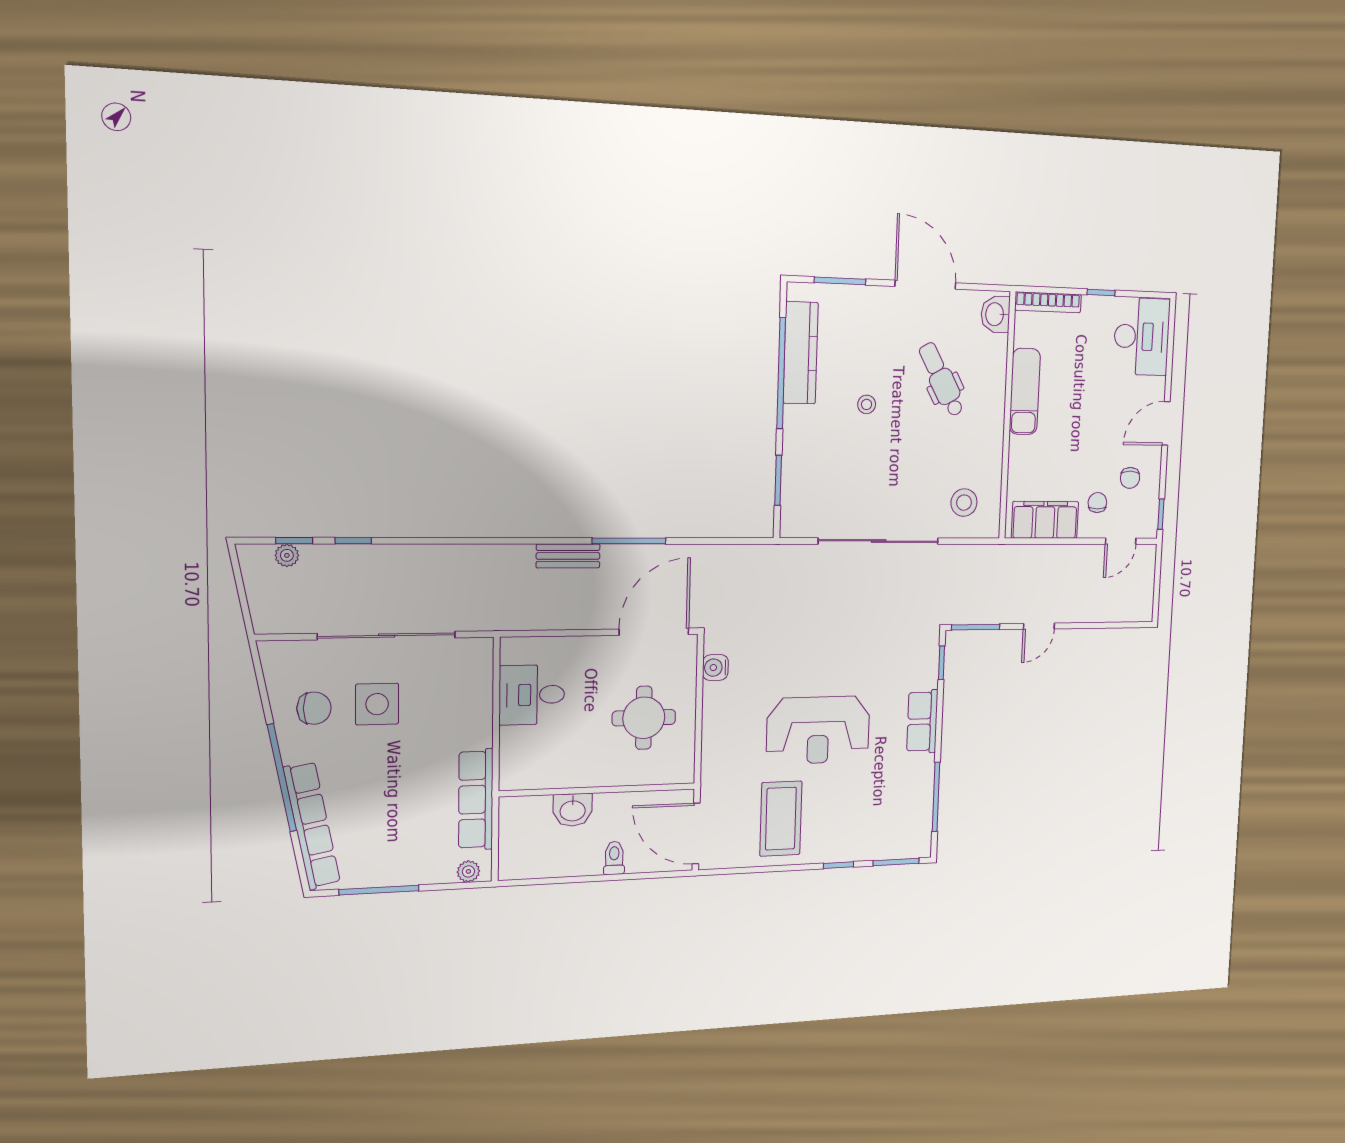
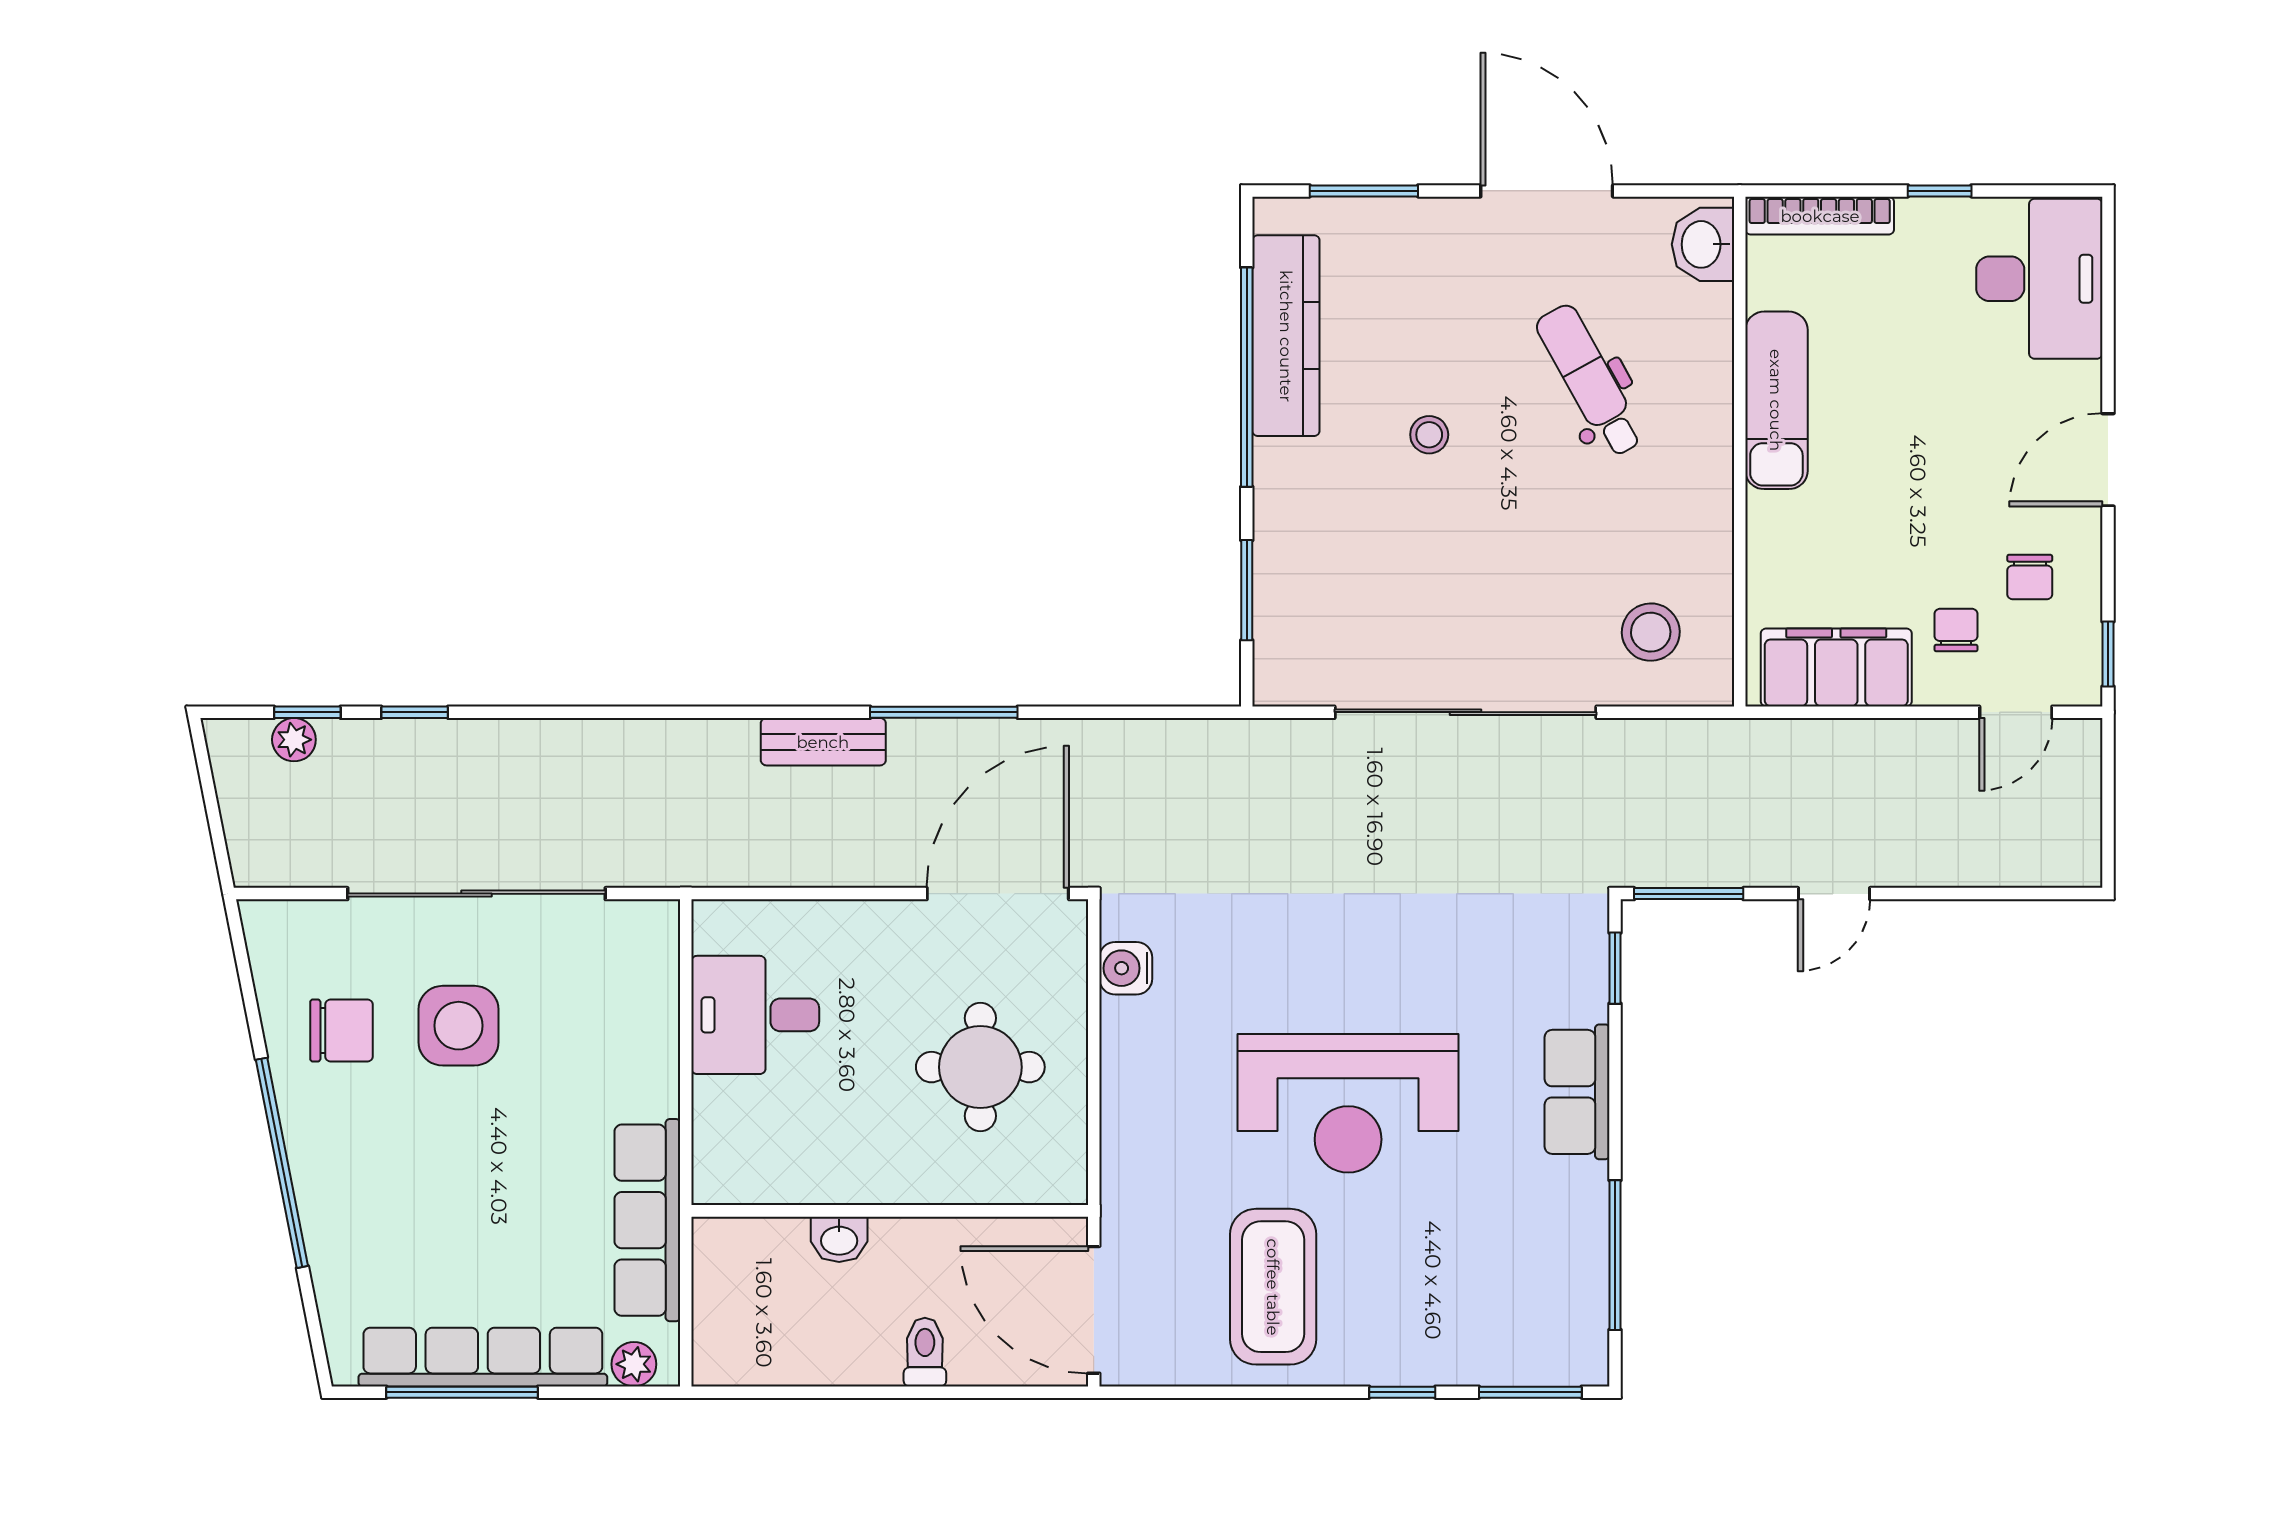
washbasin: (573, 810) -> (839, 1239), width x0.72, depth x0.69
row of seats: (312, 825) -> (483, 1357), moved, turned -79

